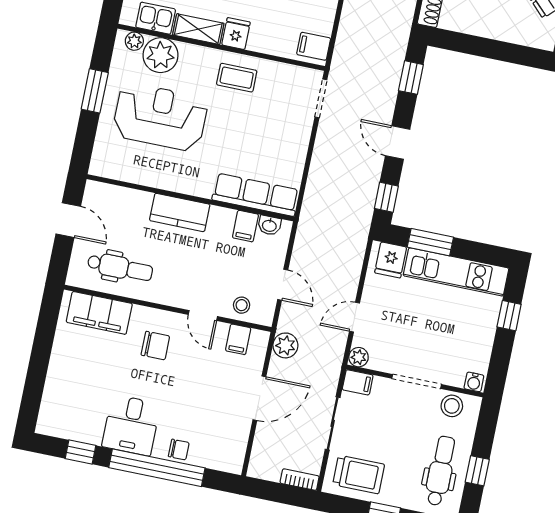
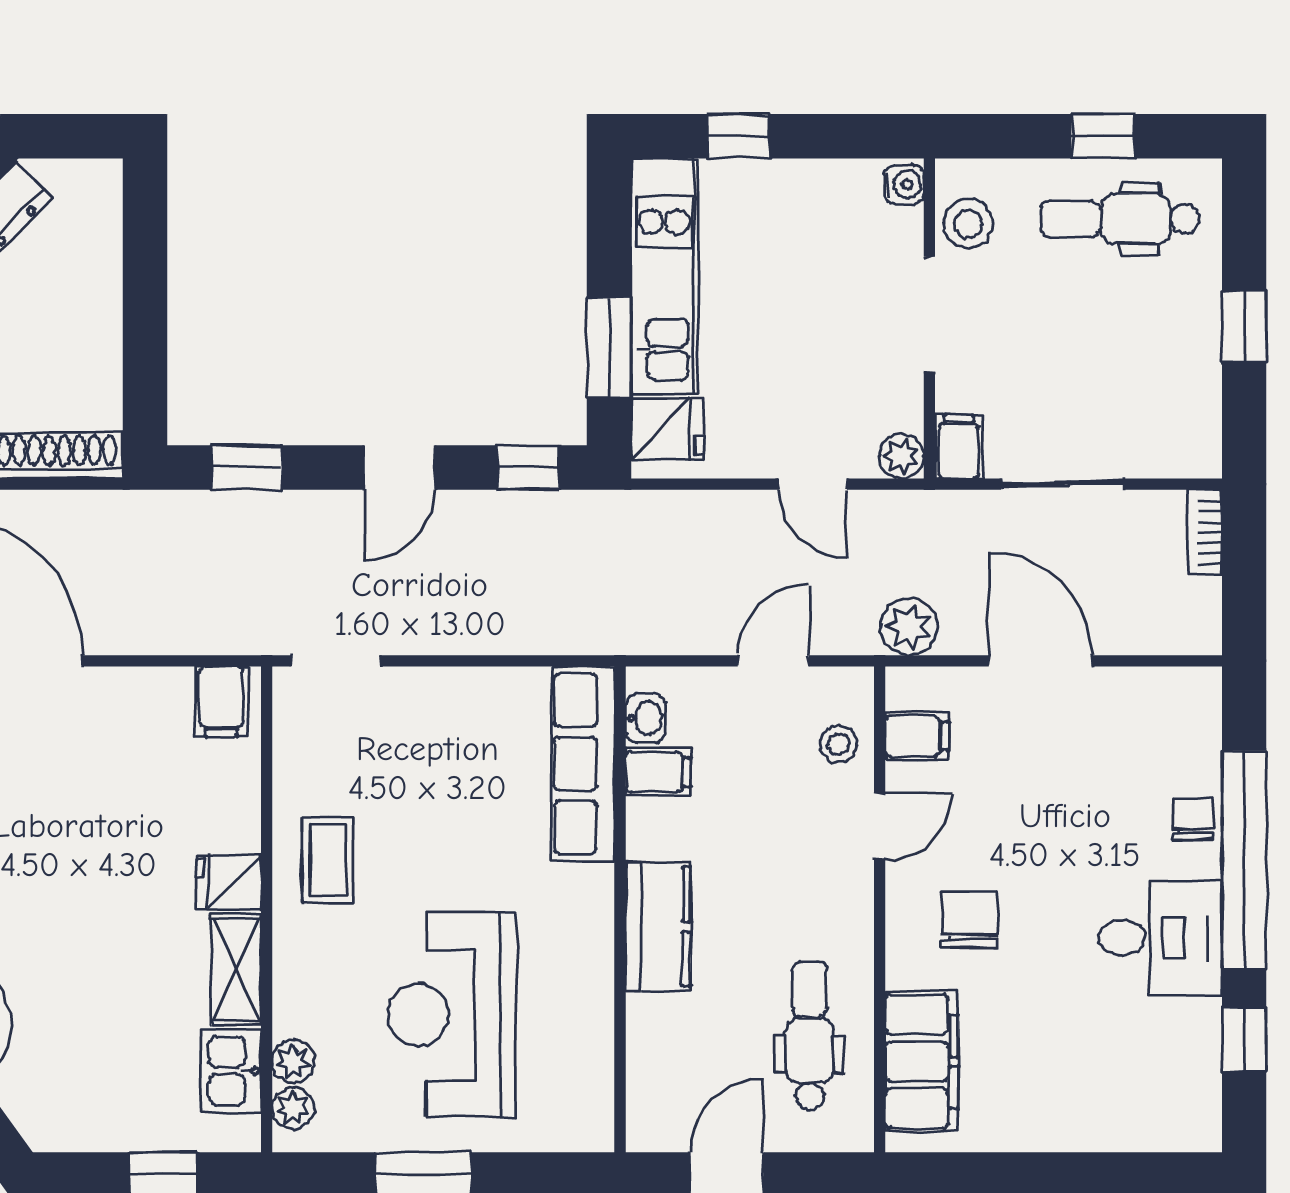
plant: (161, 55) -> (293, 1061), width x0.53, depth x0.53
trolley: (359, 474) -> (1166, 402), removed

